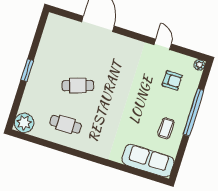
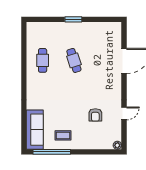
armchair: (172, 80) -> (95, 115), moved
window: (193, 112) -> (52, 152), moved
plant: (24, 123) -> (34, 29), removed

